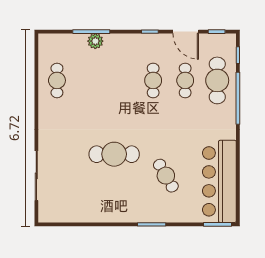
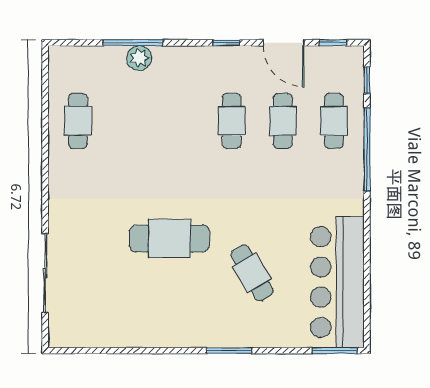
cafe table: (217, 80) -> (334, 121), width x0.73, depth x0.74

